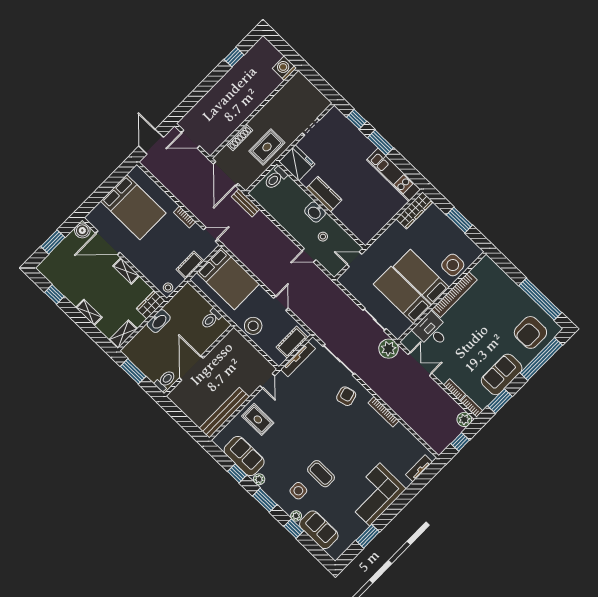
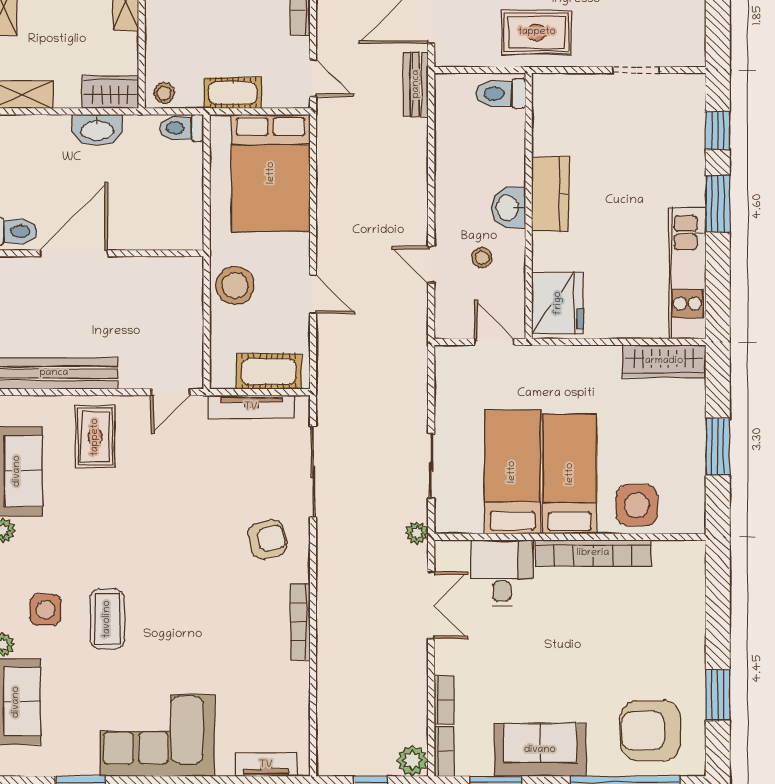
fridge: (297, 163) -> (558, 303), moved
window: (540, 299) -> (718, 695), width x0.47
door: (281, 303) -> (313, 294), hinge flipped
toilet: (211, 319) -> (181, 128), moved
plant: (389, 349) -> (417, 533), width x0.53, depth x0.53

